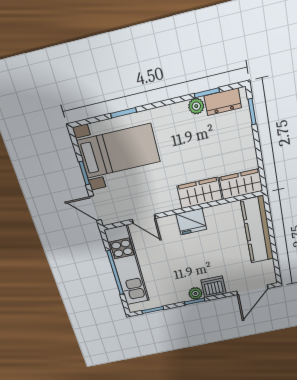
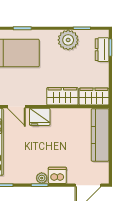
dresser: (223, 102) -> (102, 50), moved, turned 90
plant: (196, 106) -> (68, 40), width x1.88, depth x1.88
fridge: (191, 222) -> (40, 117), moved

